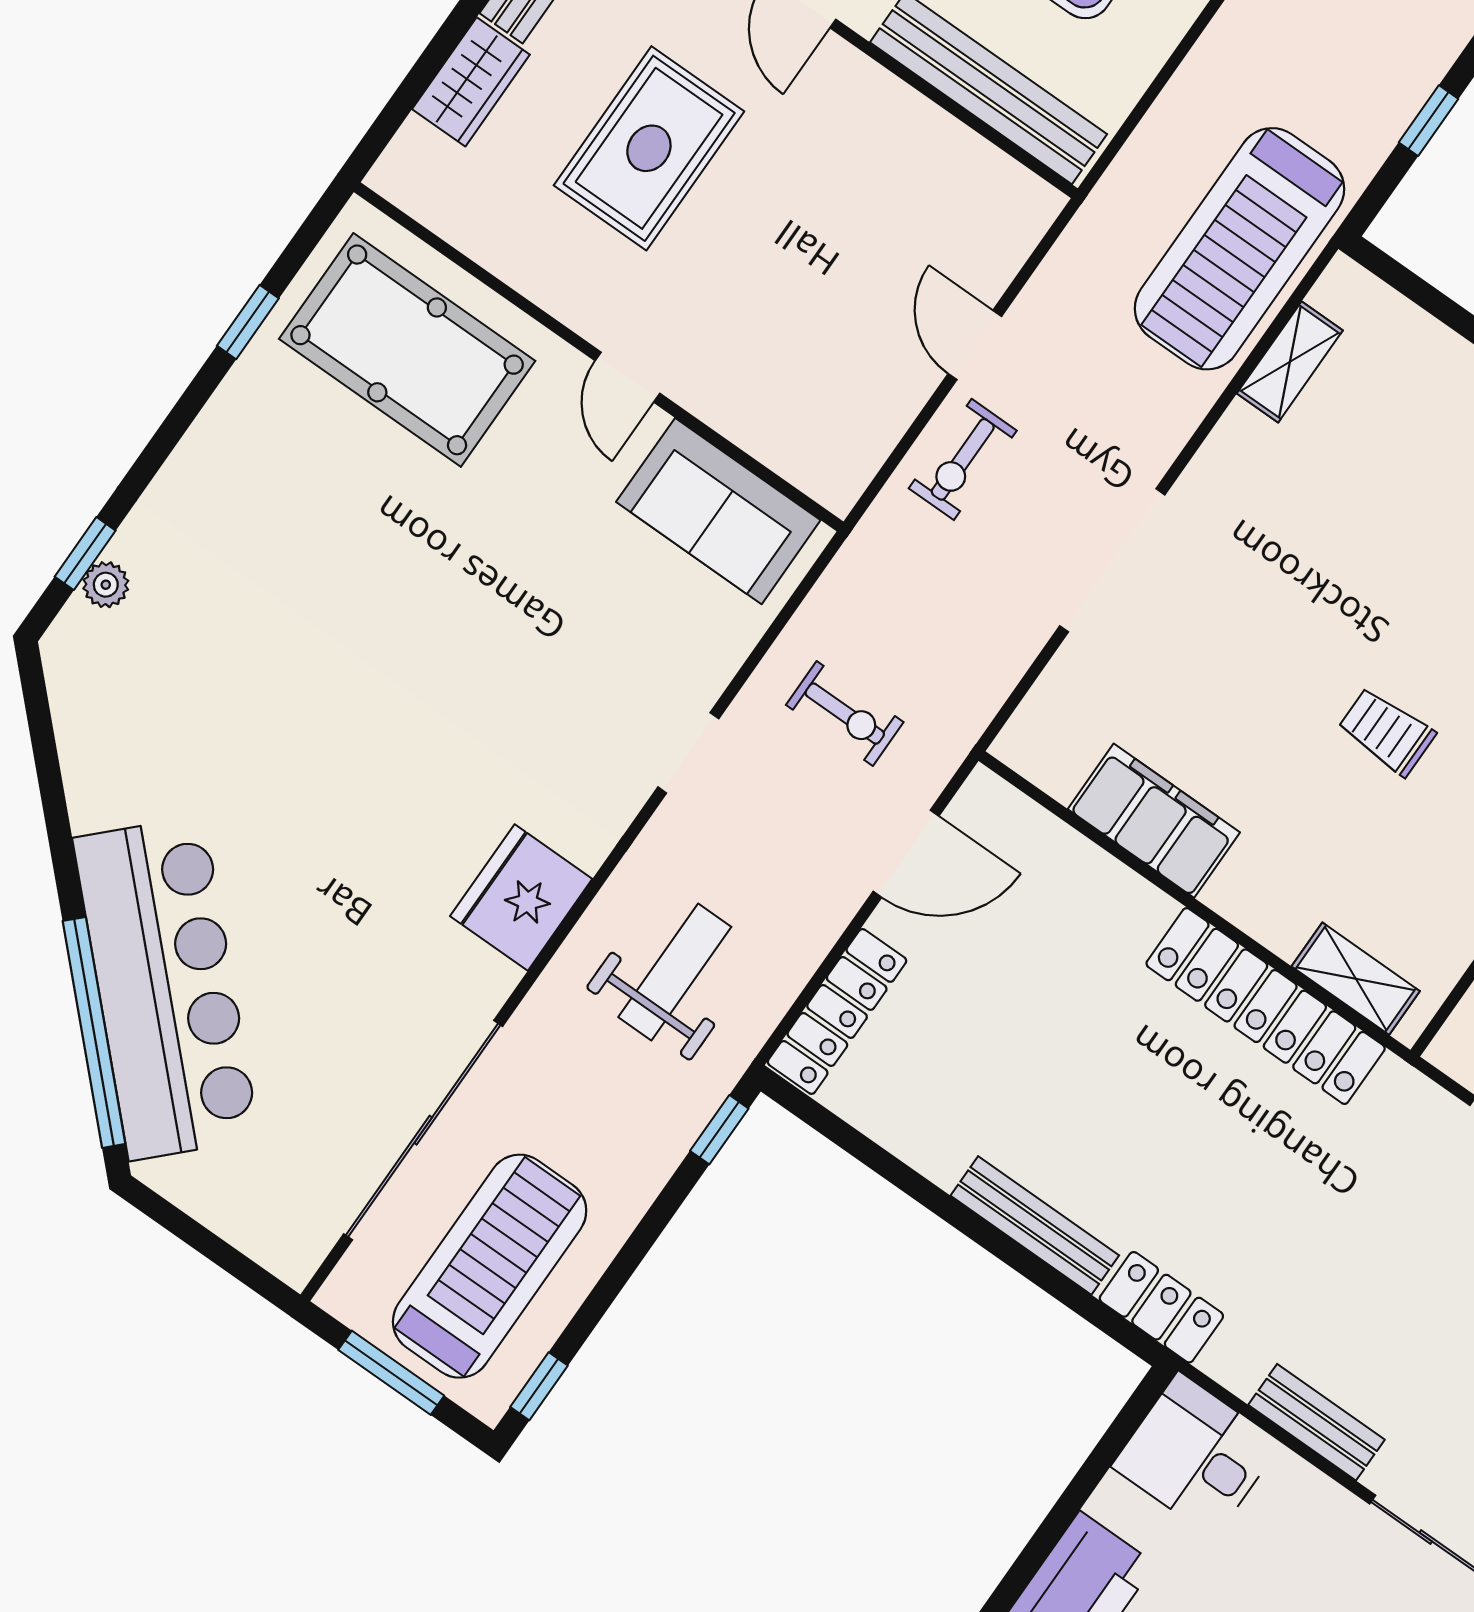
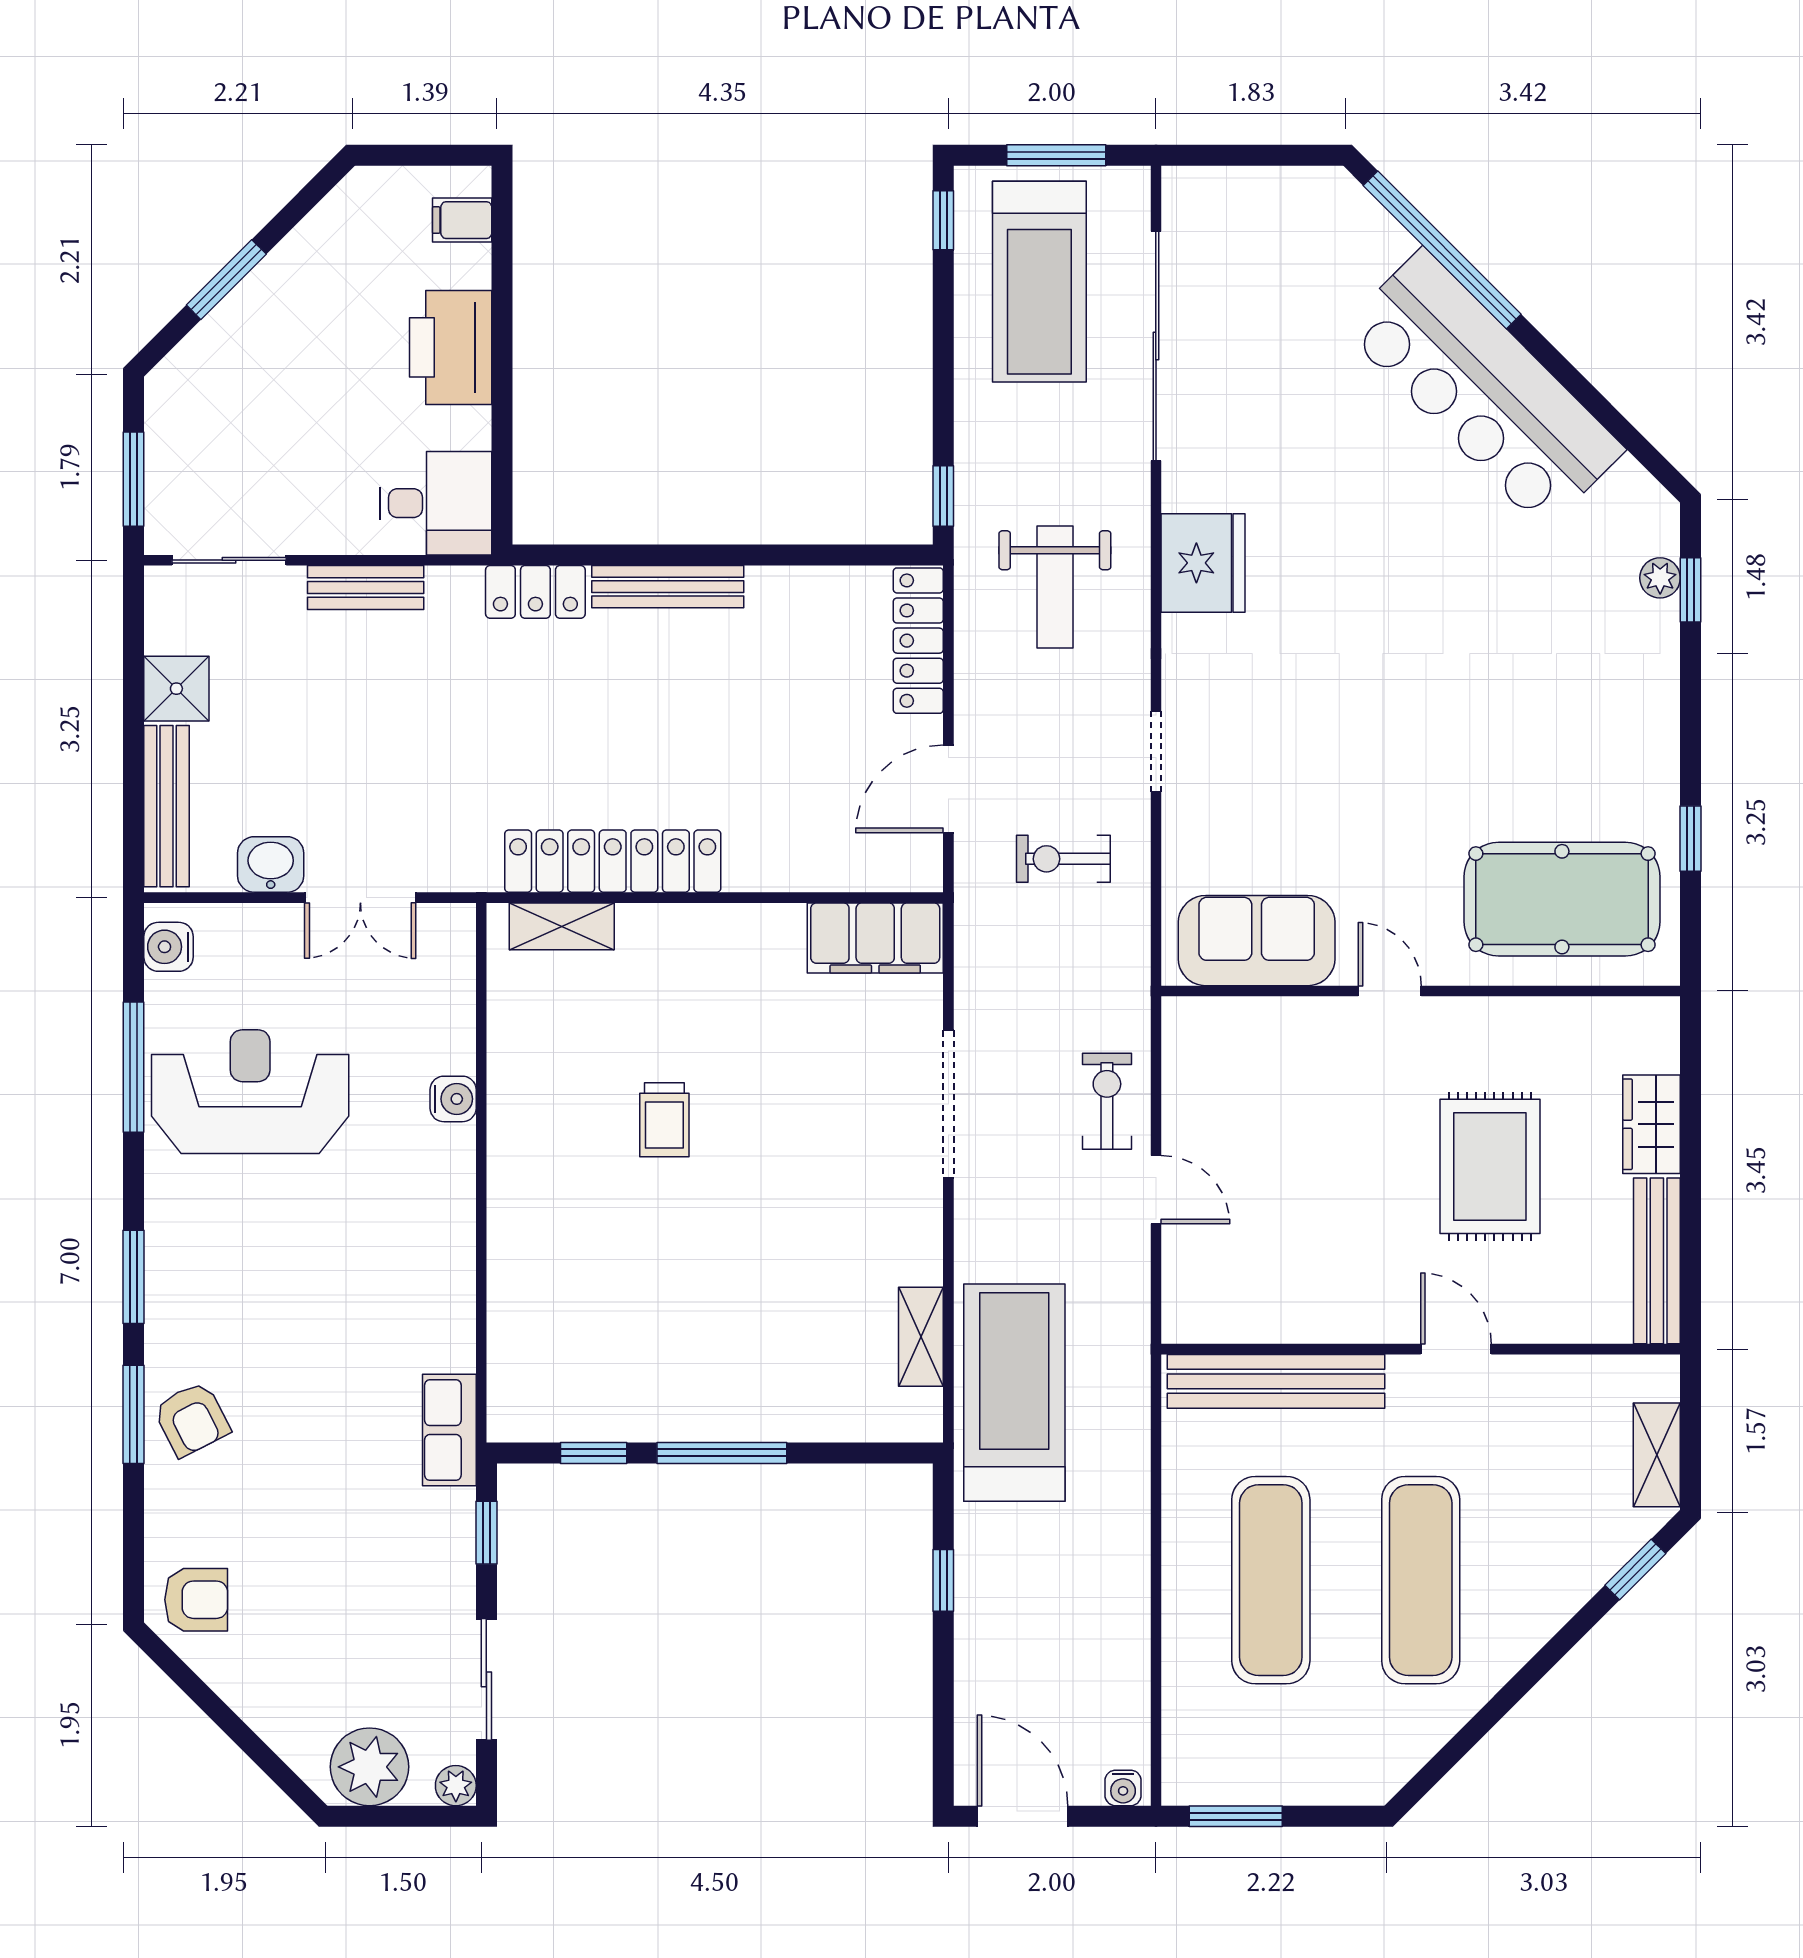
trolley: (1387, 732) -> (664, 1120), turned 90
filing cabinet: (1154, 821) -> (875, 938), moved
bar counter: (166, 988) -> (1483, 389), moved

